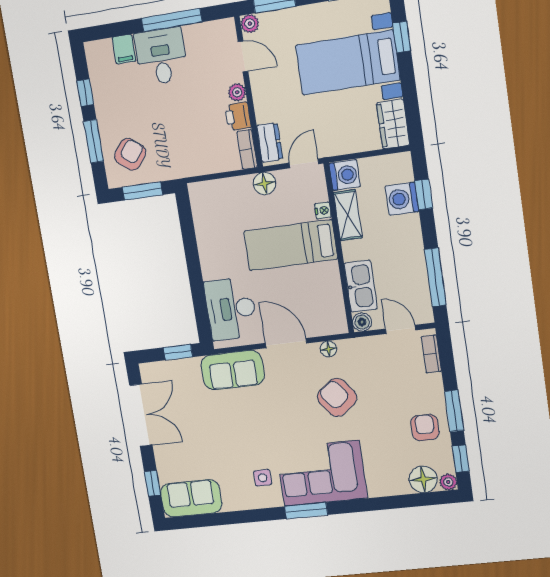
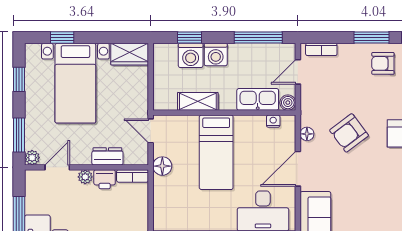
dresser: (270, 142) -> (107, 156), moved
washing machine: (345, 175) -> (216, 55), moved, turned 180
nightstand: (323, 210) -> (273, 121), moved

